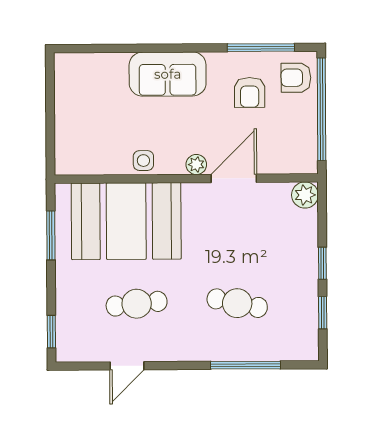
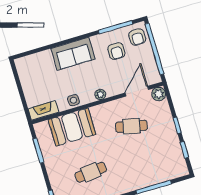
armchair: (296, 78) -> (137, 37), turned -90
fireplace: (82, 163) -> (43, 110), added
door: (234, 178) -> (137, 91), moved
booth: (126, 221) -> (72, 127), width x0.73, depth x0.70
cafe table: (237, 303) -> (131, 126), moved

